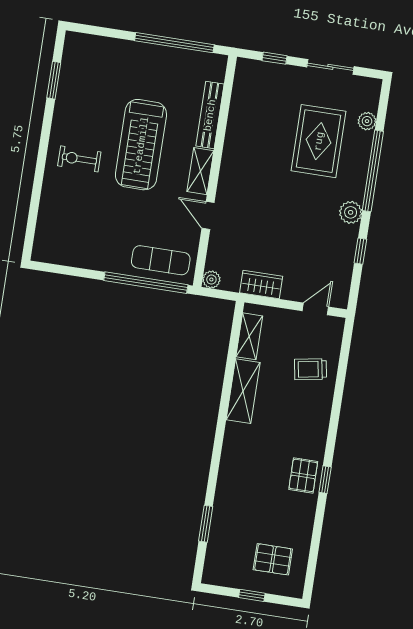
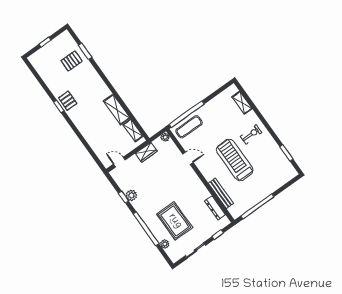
dresser: (240, 102) -> (215, 208), added
shelving: (200, 171) -> (242, 103), moved
plant: (351, 212) -> (131, 195), moved
door: (315, 309) -> (119, 162), swing flipped
trolley: (310, 369) -> (101, 140), removed
pallet: (273, 559) -> (72, 61), moved

